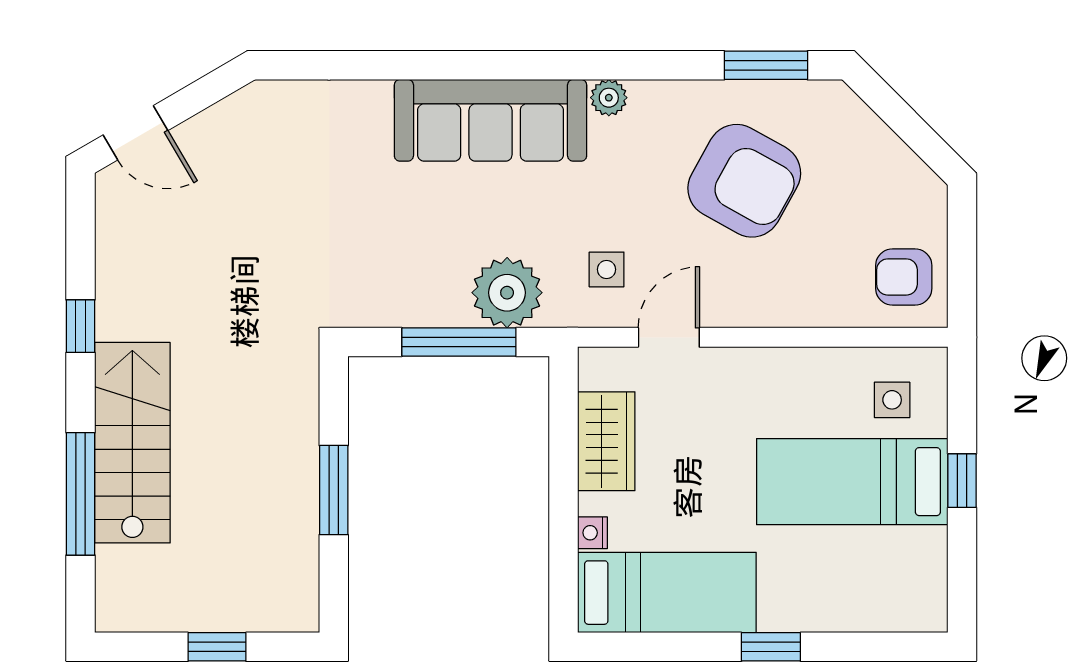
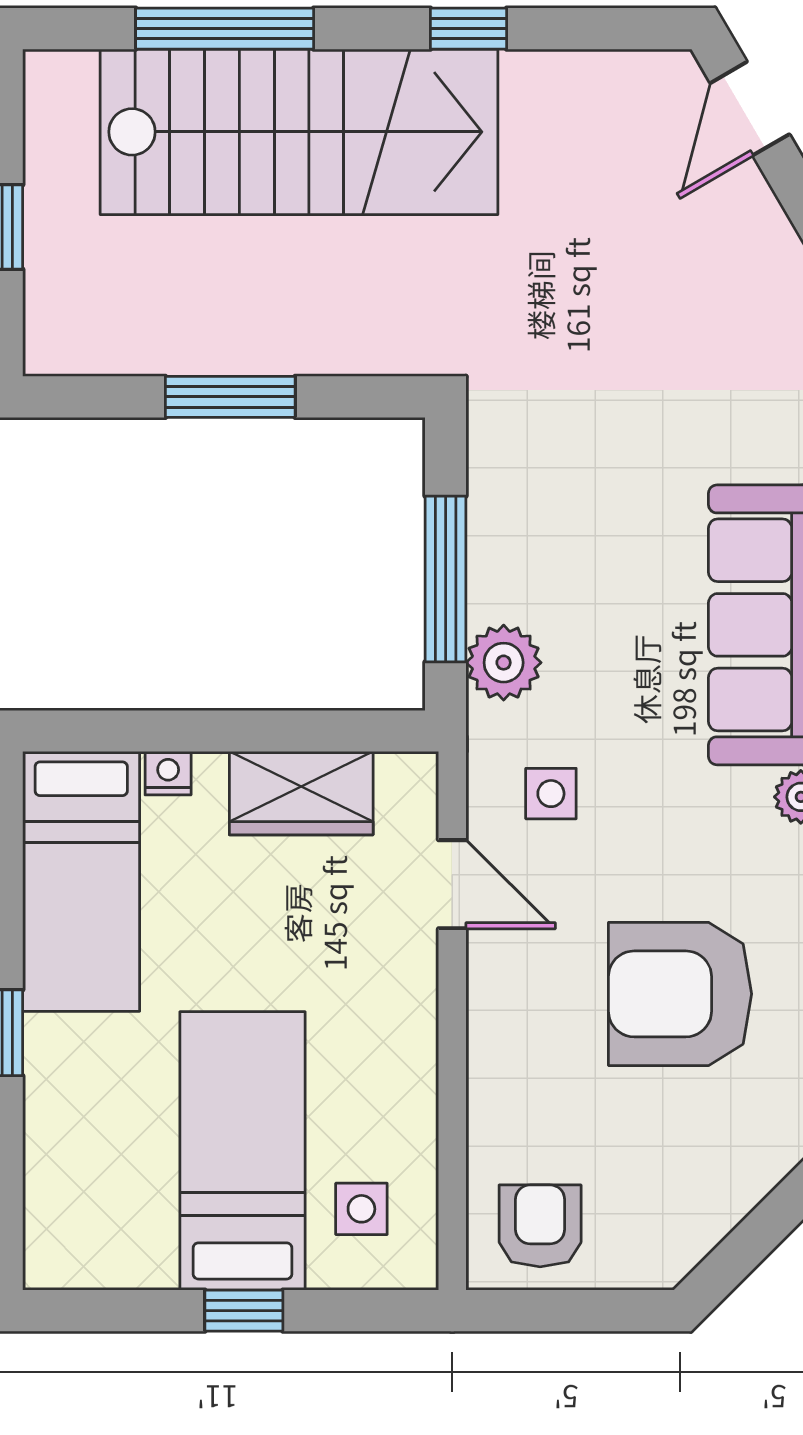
armchair: (744, 181) -> (680, 994), turned 61
plant: (507, 293) -> (504, 663), width x0.73, depth x0.73
stairs: (132, 443) -> (299, 132), width x1.36, depth x1.51

